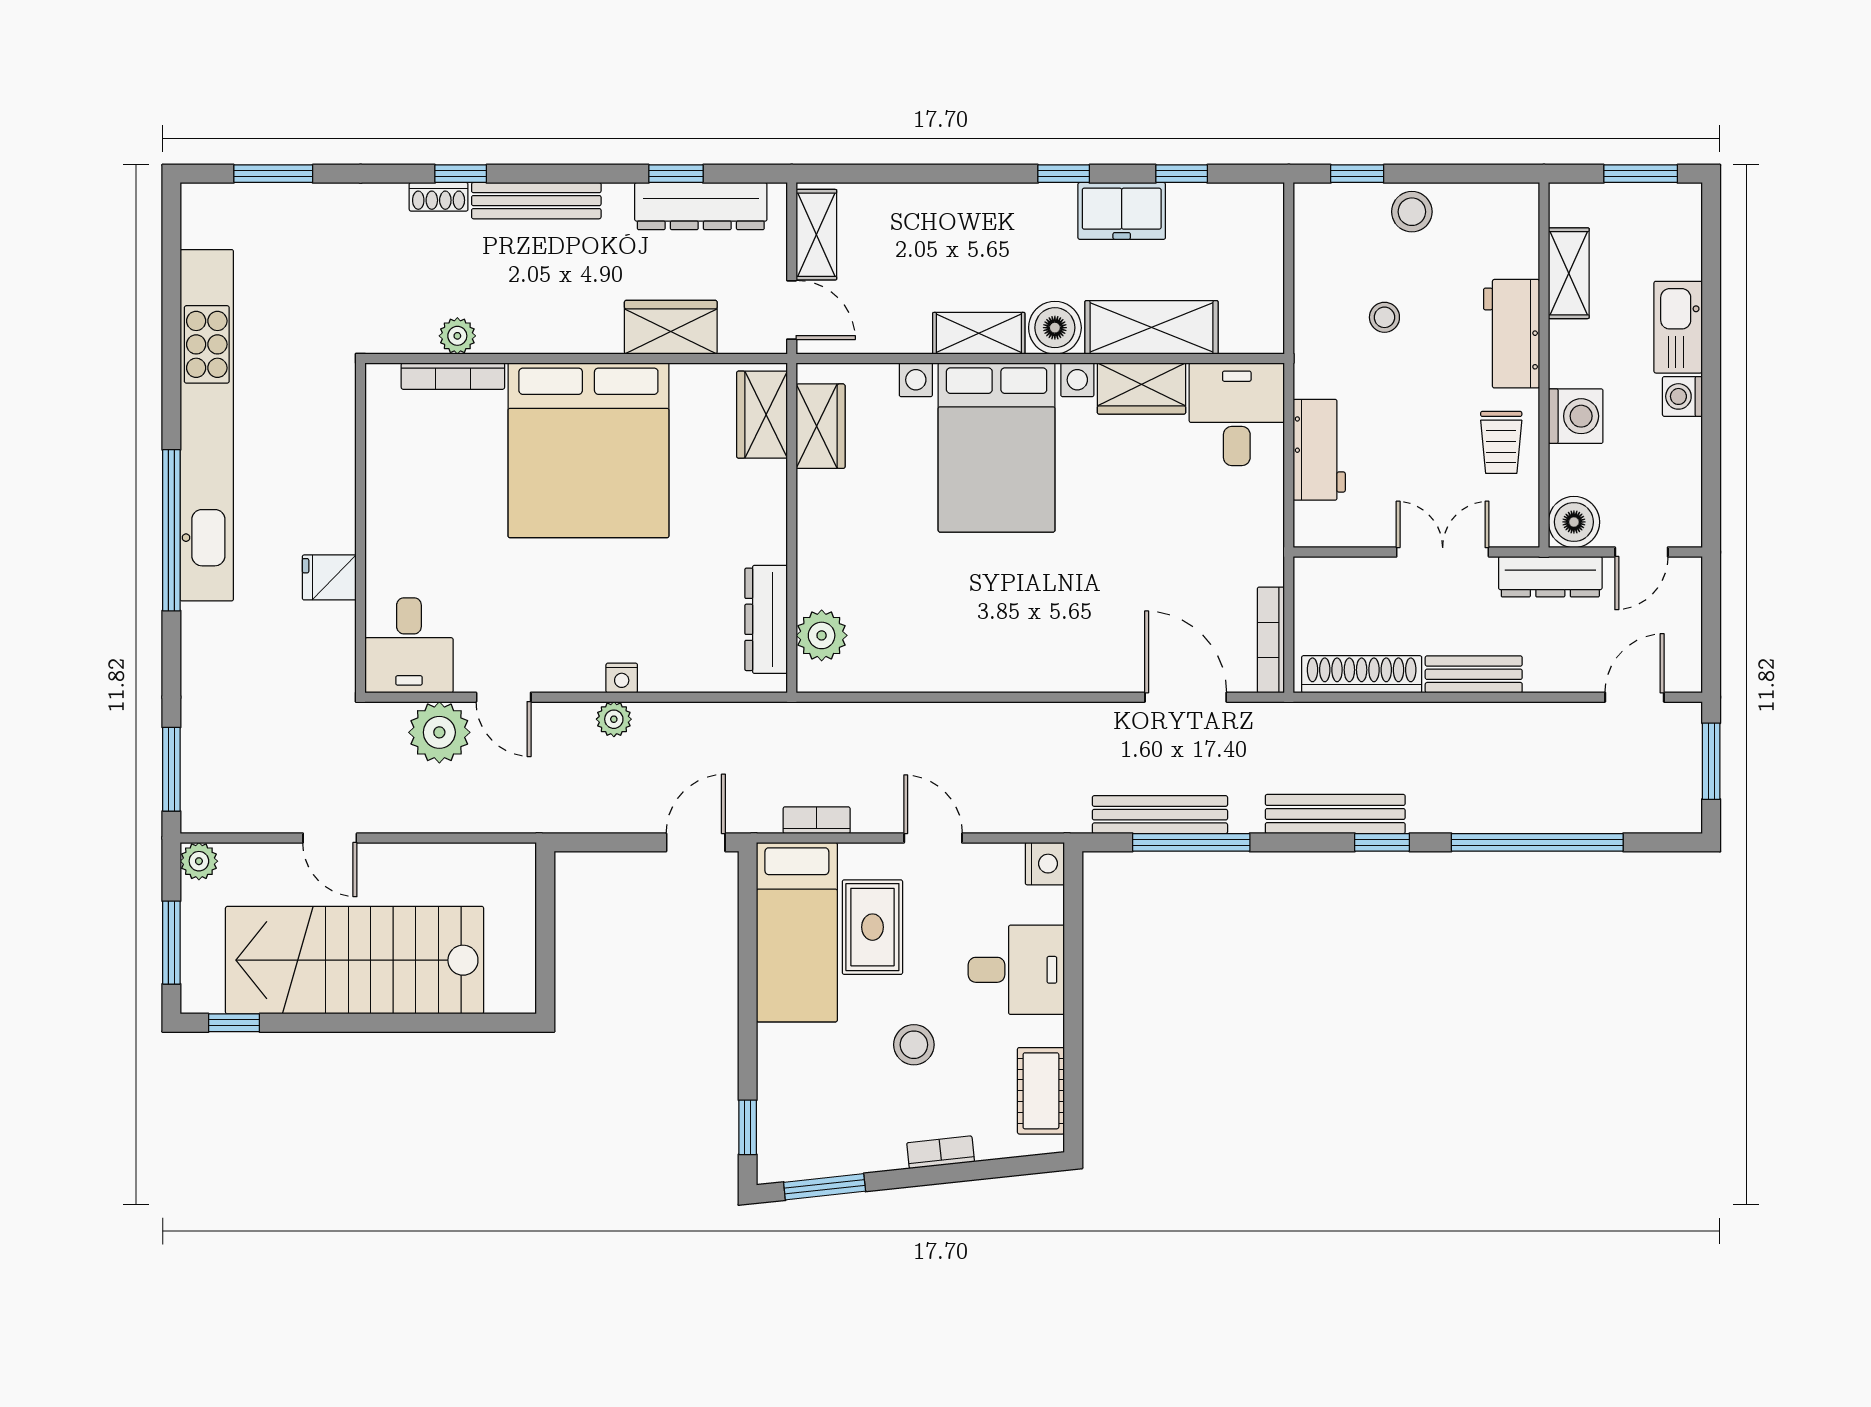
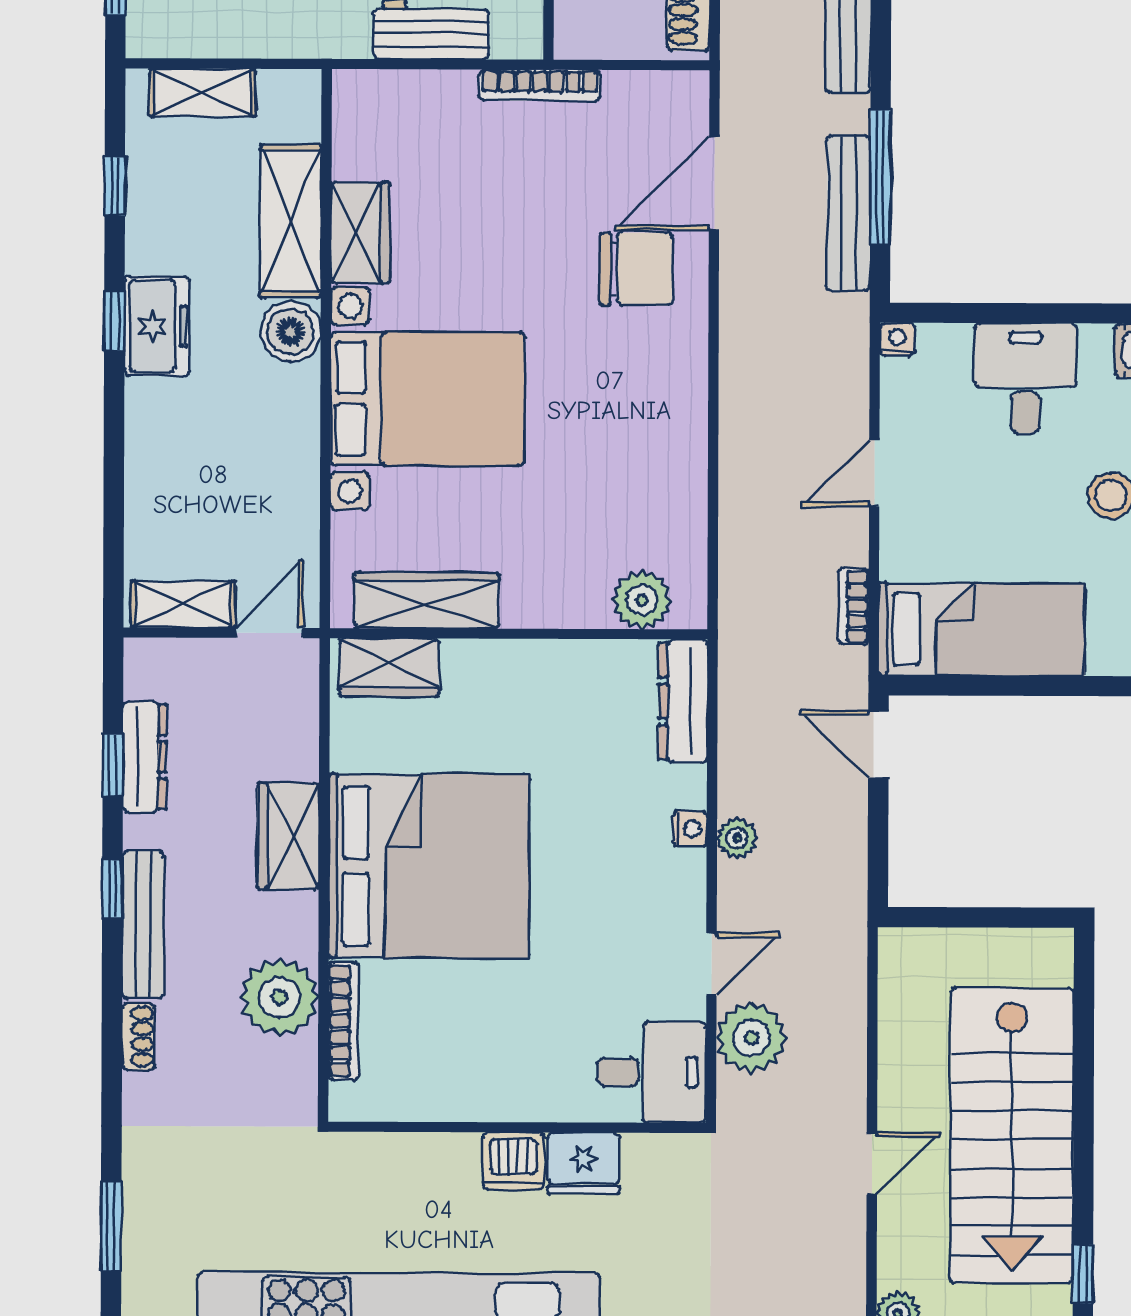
window: (461, 174) -> (112, 888), moved
dresser: (701, 206) -> (145, 757), width x0.73, depth x0.80
freezer: (1122, 211) -> (157, 326), moved
wardrobe: (671, 327) -> (288, 836), moved
shelving: (979, 333) -> (203, 92), moved, turned 90
plant: (457, 336) -> (279, 997), width x1.88, depth x1.88
desk: (1237, 414) -> (390, 124), removed
wardrobe: (821, 426) -> (427, 600), width x1.50
dishwasher: (331, 525) -> (513, 1161), added
fridge: (329, 577) -> (584, 1163), width x1.38
dresser: (766, 619) -> (683, 701), moved, turned 90
chair: (1111, 629) -> (636, 269), added
bookcase: (1271, 640) -> (540, 85), moved
nightstand: (1045, 864) -> (897, 339), width x0.72, depth x0.74
rug: (872, 927) -> (976, 543), removed

